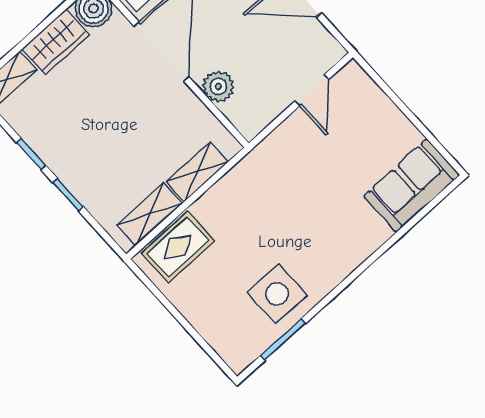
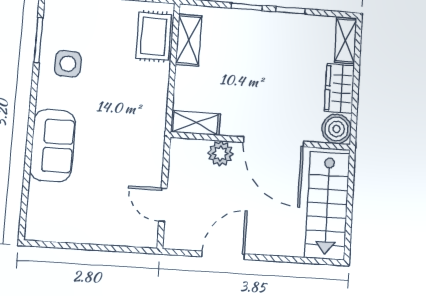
shelving: (197, 172) -> (196, 123), moved, turned 90
sofa: (412, 185) -> (53, 146), moved
side table: (277, 294) -> (68, 64), width x0.73, depth x0.73

